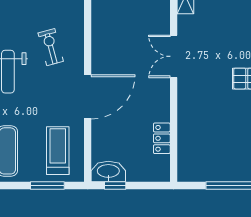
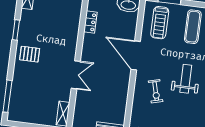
door: (88, 97) -> (136, 55), hinge flipped

